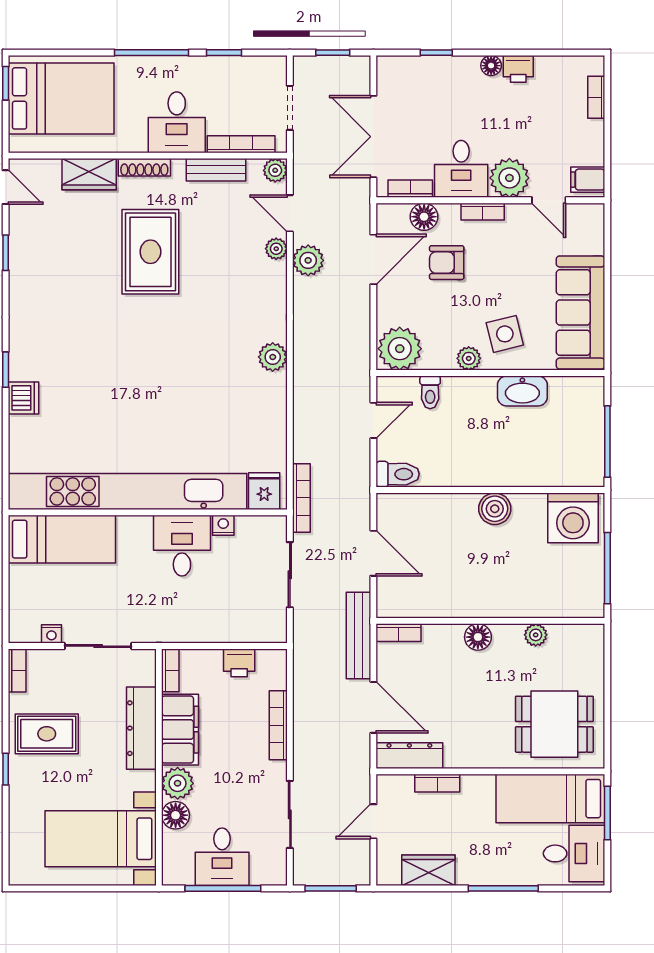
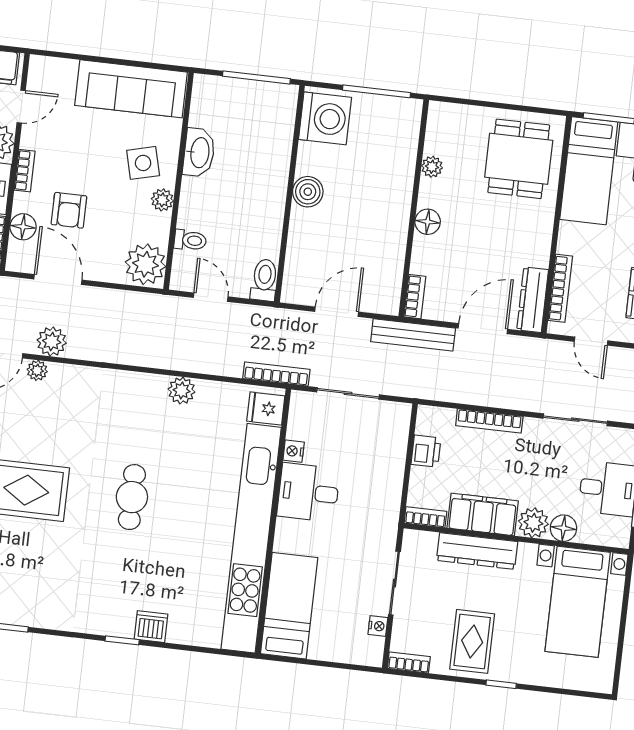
plant: (273, 357) -> (182, 391), moved
cafe table: (156, 363) -> (132, 497), added
bookcase: (437, 783) -> (560, 288), width x1.56

